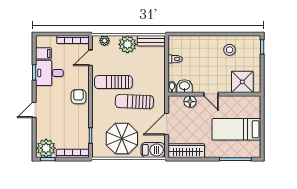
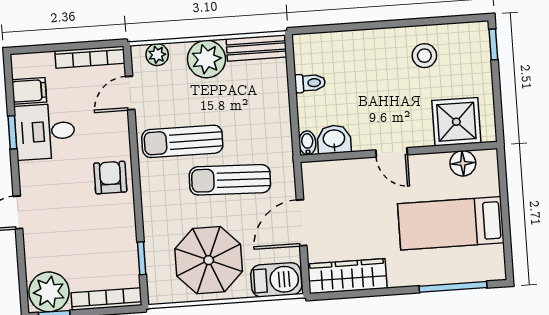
floor lamp: (190, 102) -> (463, 163), moved

